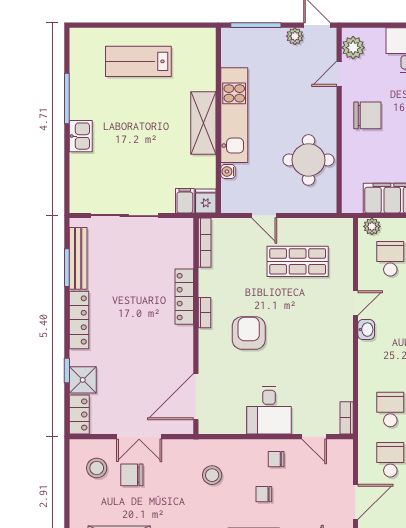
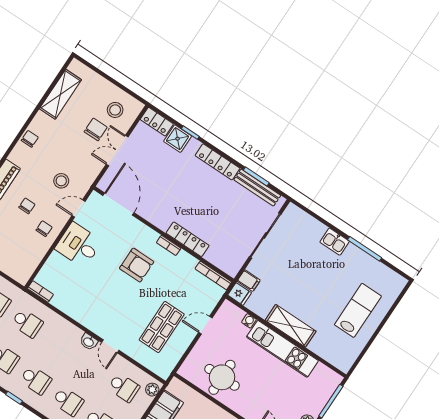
door: (314, 437) -> (78, 208), moved

